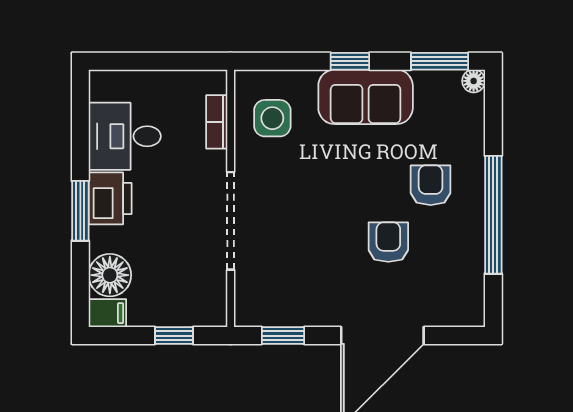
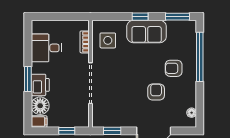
floor lamp: (474, 81) -> (192, 113), moved
armchair: (431, 185) -> (174, 68), turned -90
printer: (110, 198) -> (40, 85), moved
window: (493, 215) -> (200, 57), moved

